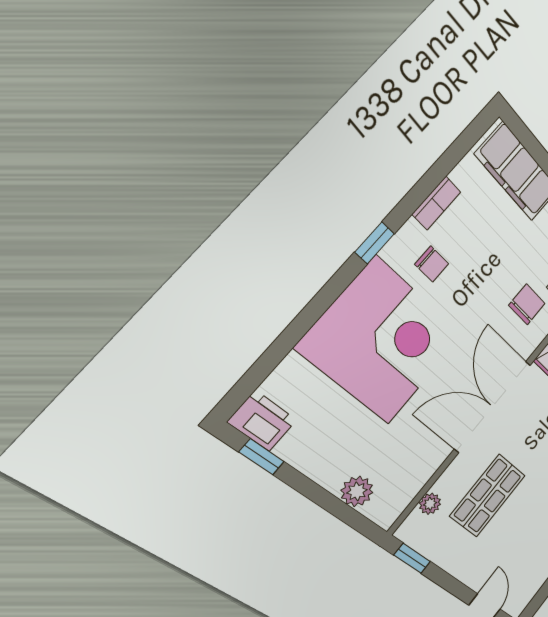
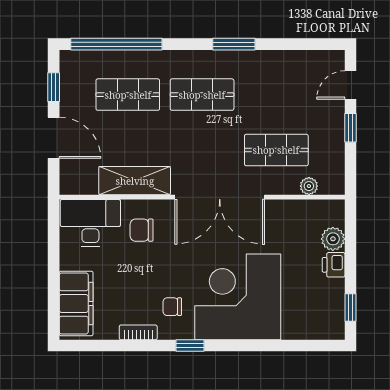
chair: (432, 264) -> (172, 307), turned -90
printer: (262, 421) -> (334, 265), moved, width x0.73, depth x0.81
window: (412, 558) -> (350, 128), moved

